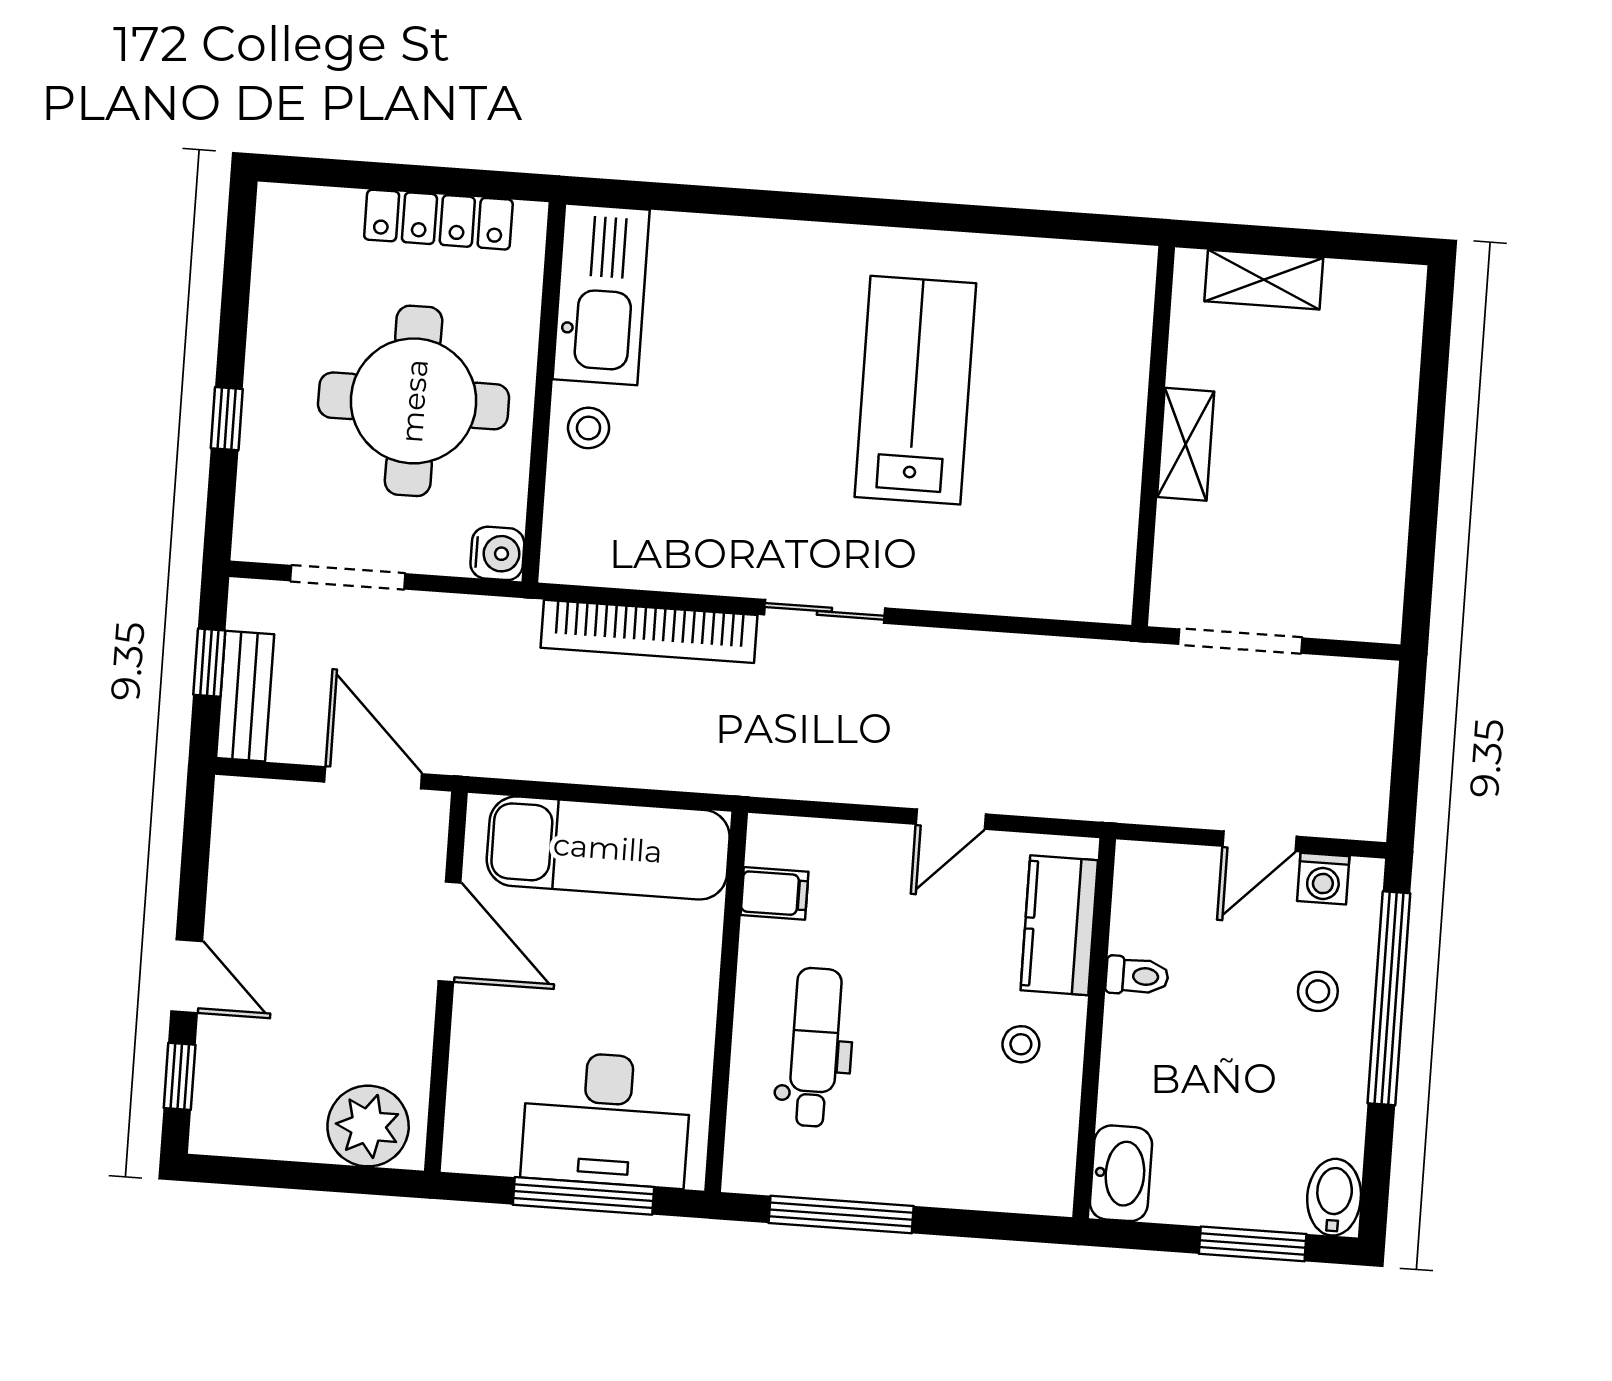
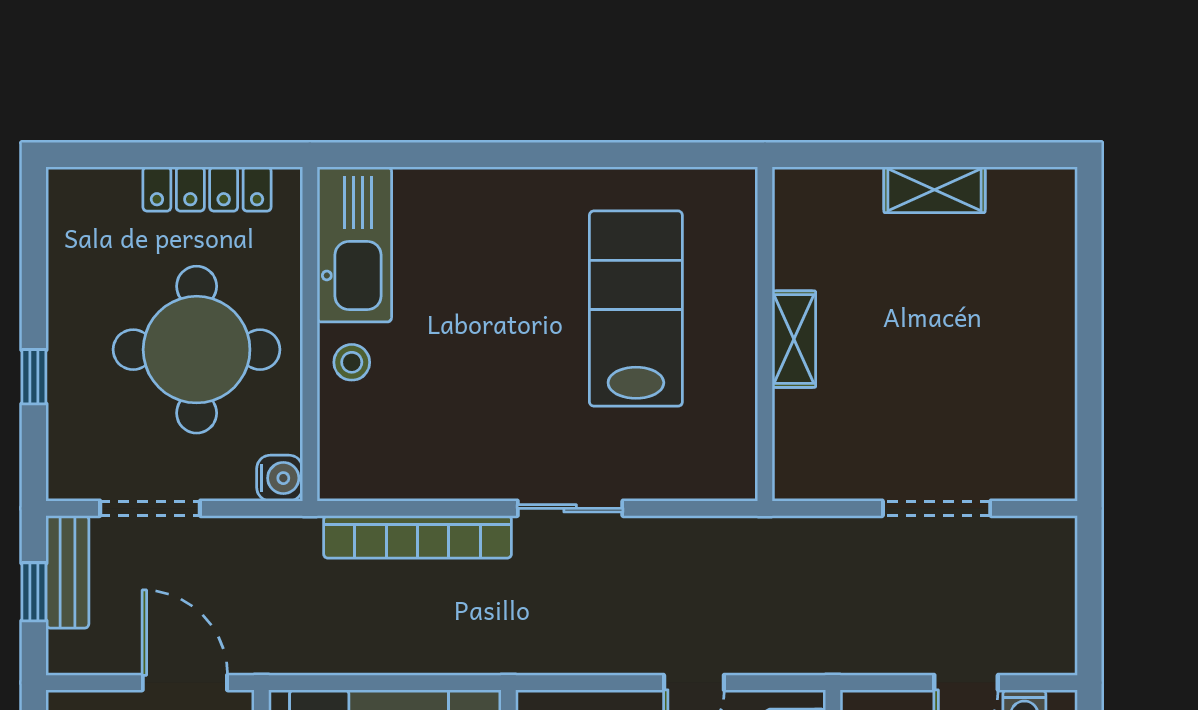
wall: (1153, 436) -> (765, 334), moved
shelving: (1186, 444) -> (794, 339), moved
bench: (245, 696) -> (67, 572), moved

